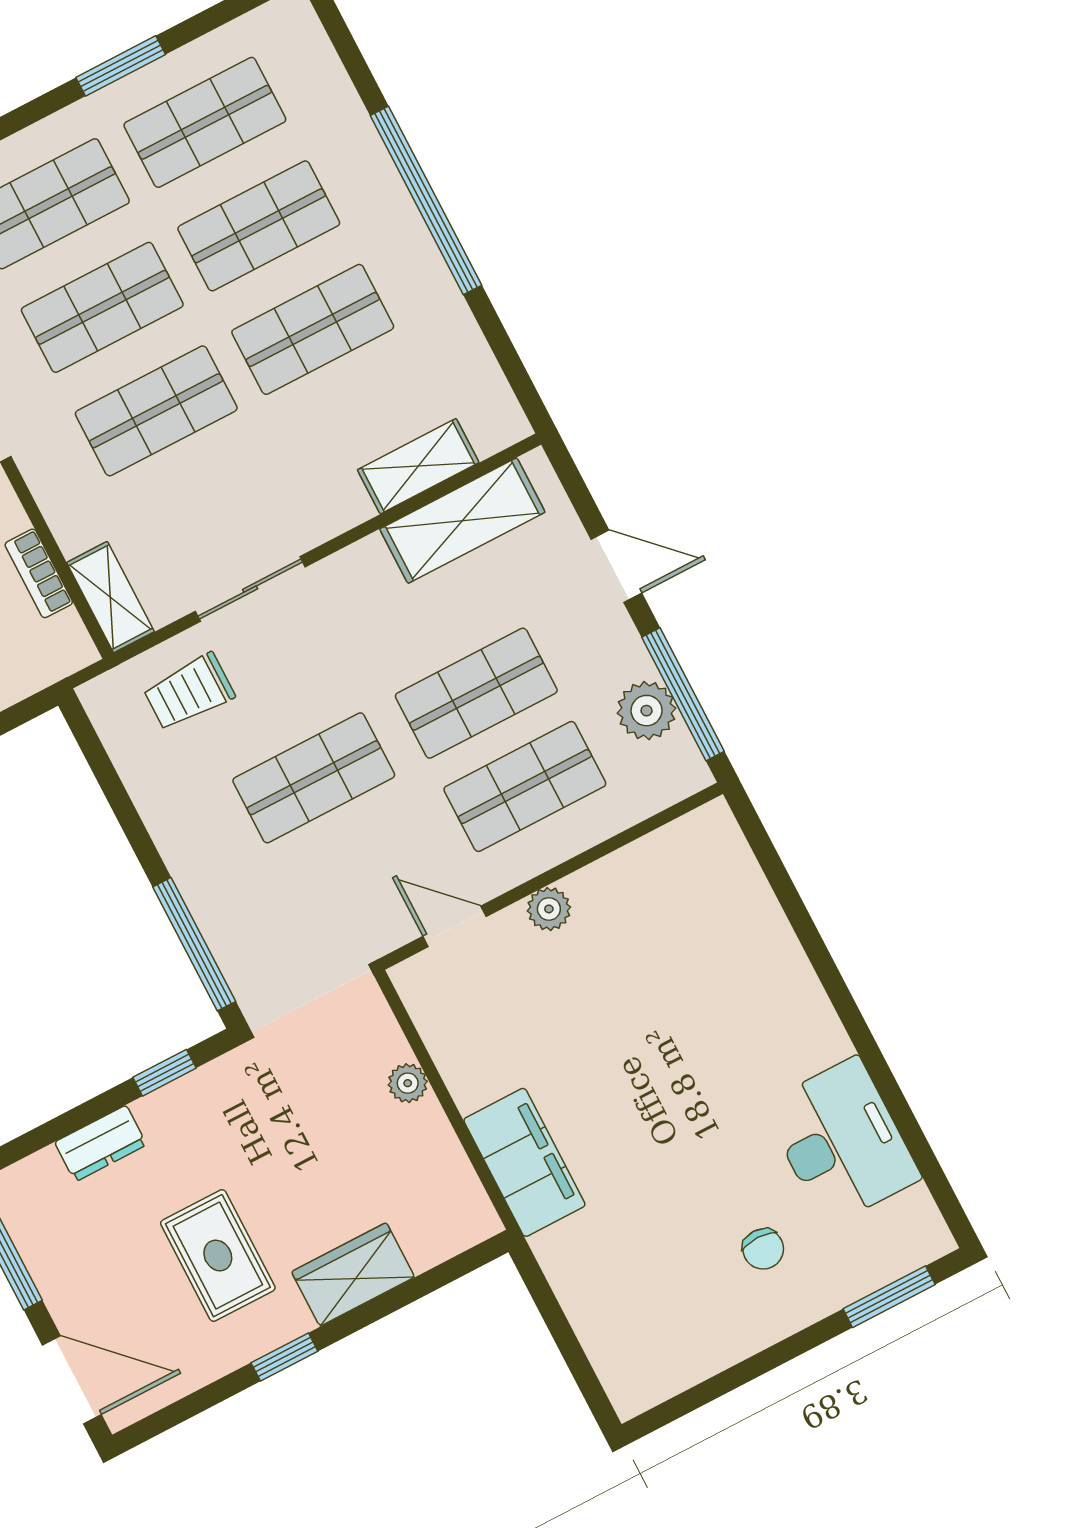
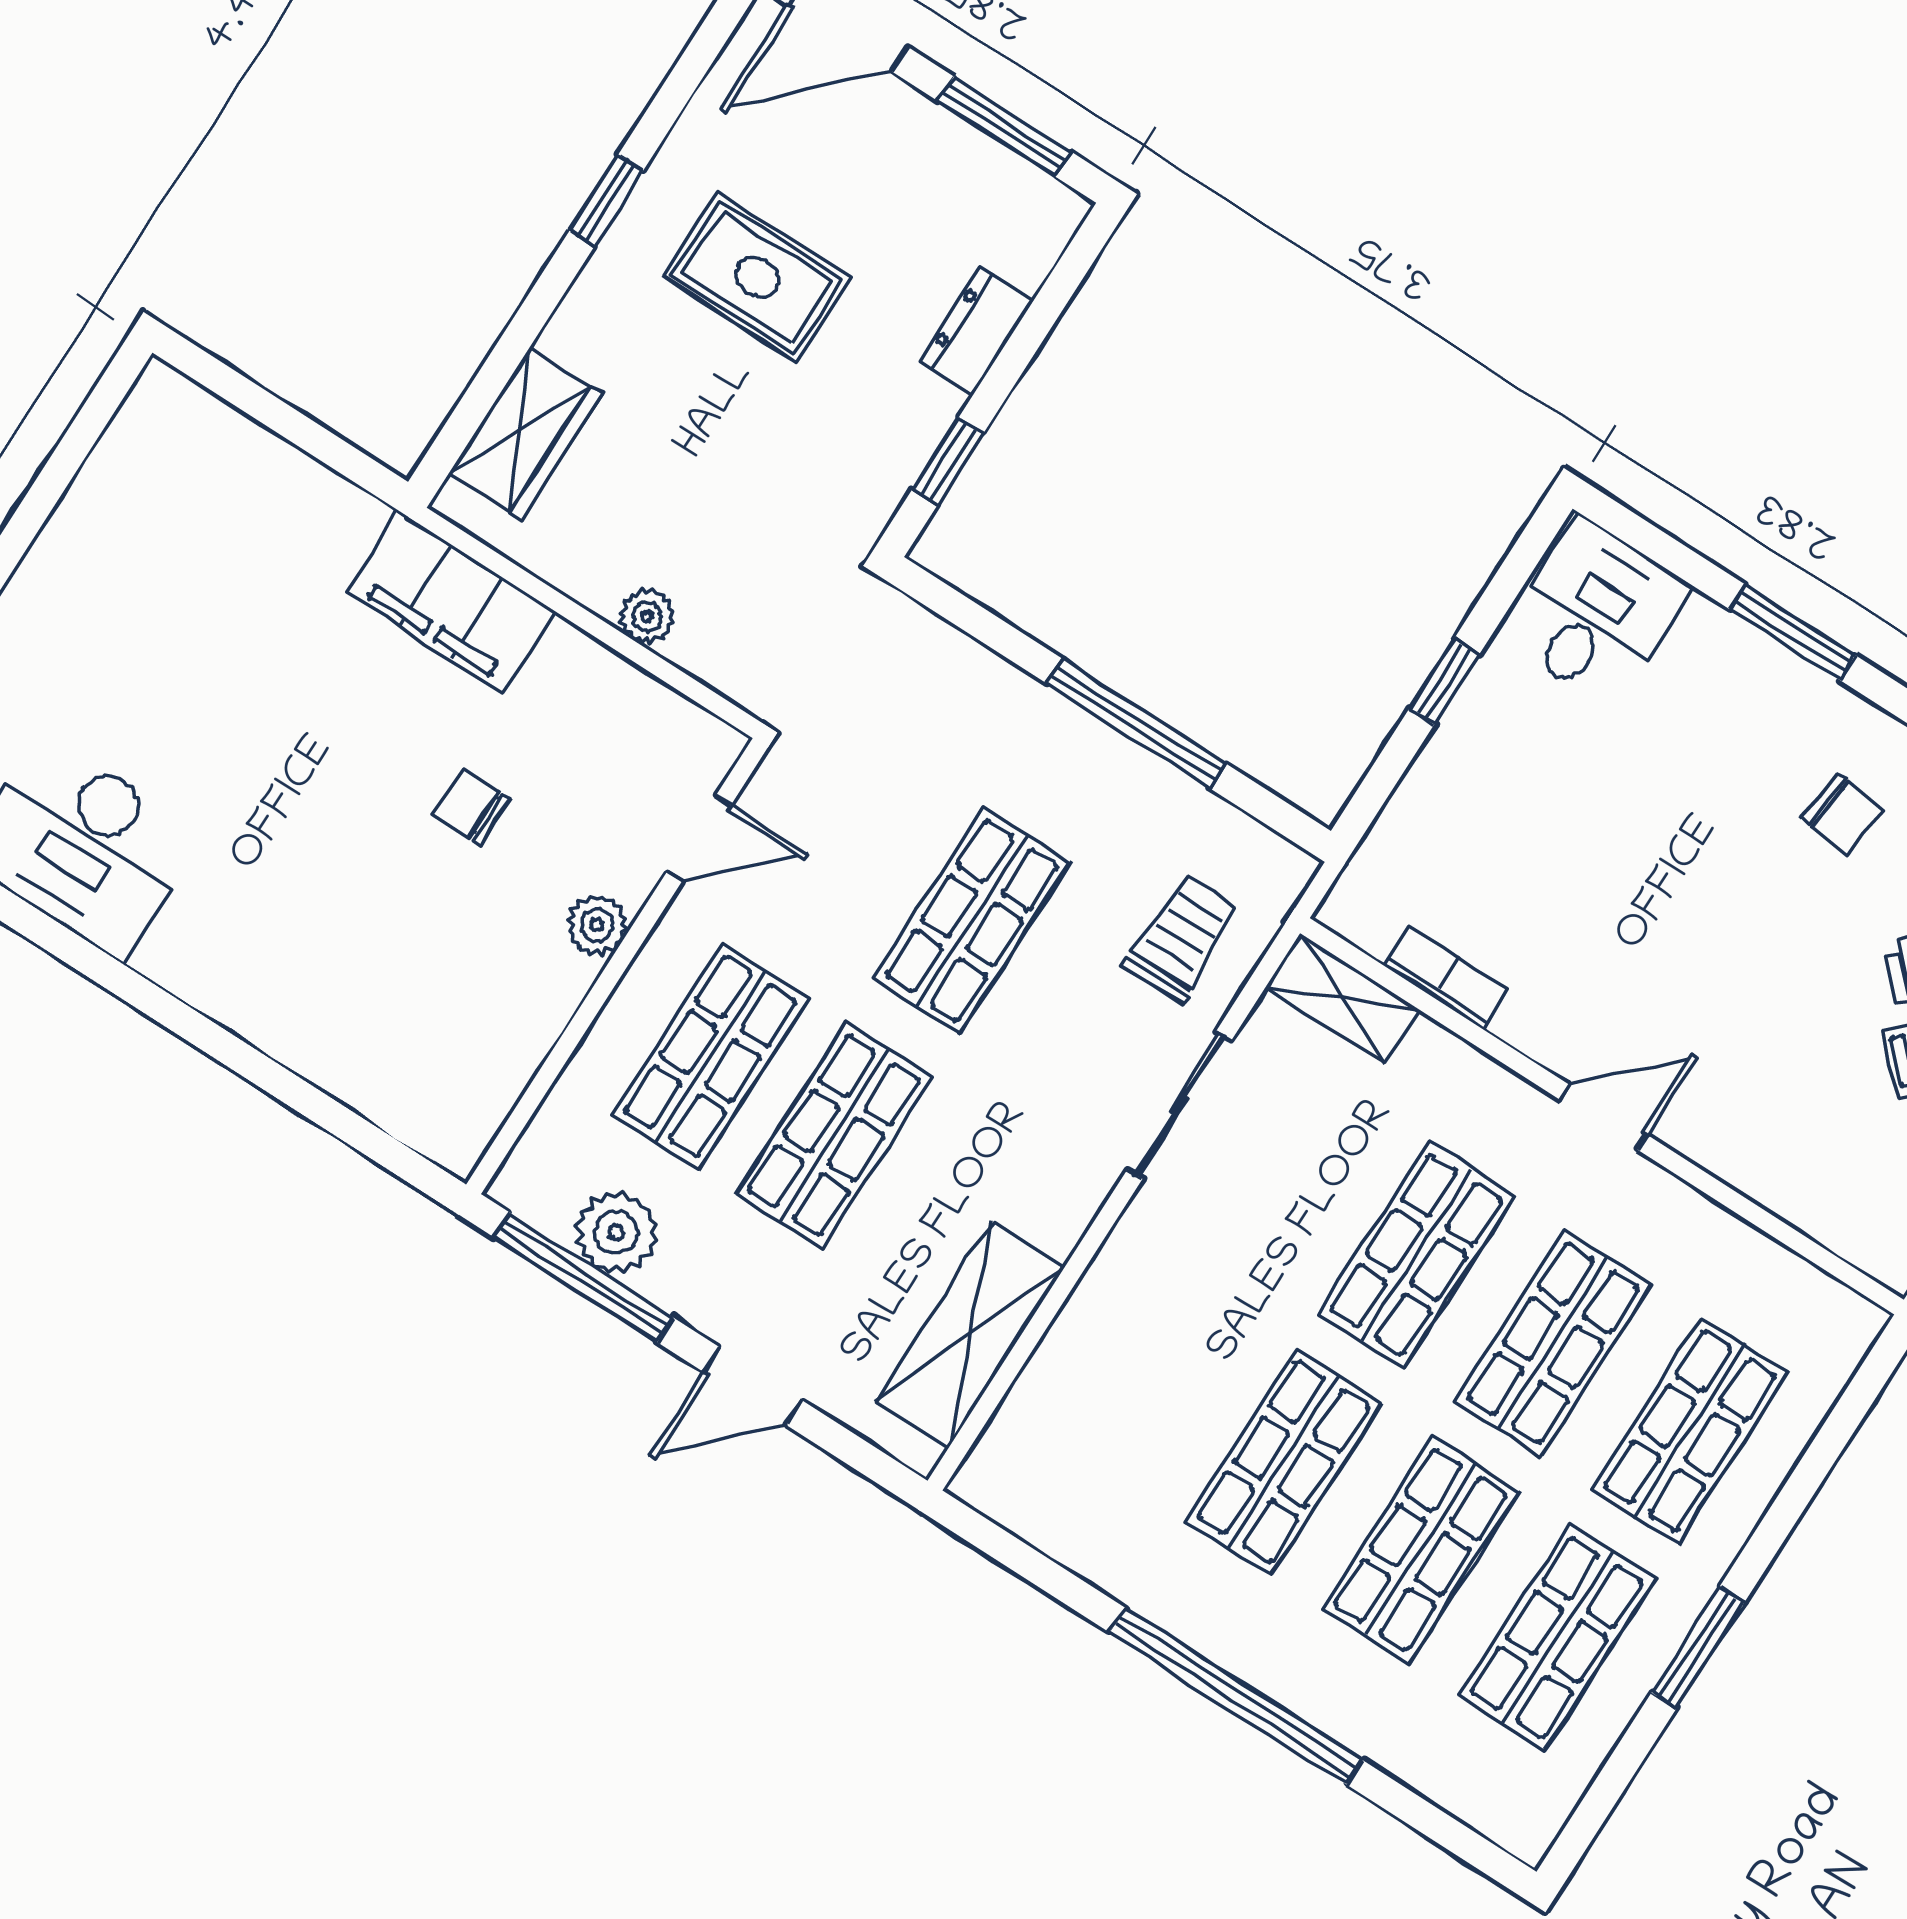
shelving: (418, 466) -> (1061, 1370), removed
window: (194, 944) -> (1136, 723), moved
chair: (763, 1249) -> (472, 807), moved
wardrobe: (353, 1274) -> (525, 434), moved

